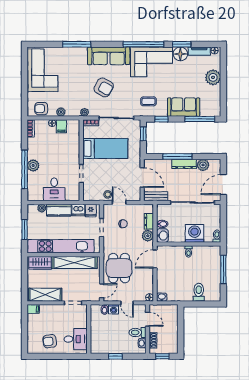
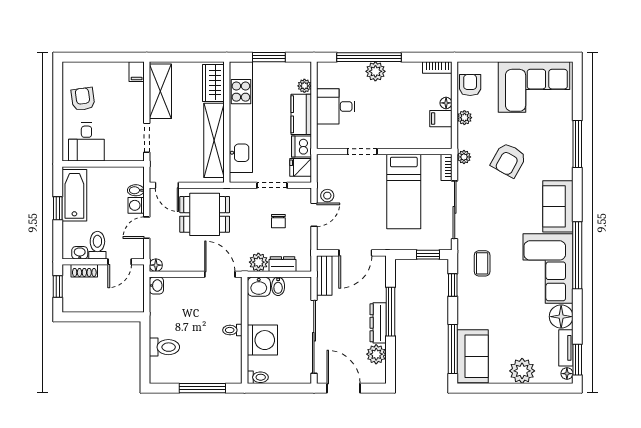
window: (182, 44) -> (577, 360), moved
sofa: (109, 56) -> (558, 206), width x0.73
armchair: (104, 87) -> (509, 160), moved
sofa: (184, 107) -> (473, 356), moved
bathtub: (107, 346) -> (74, 195), added

